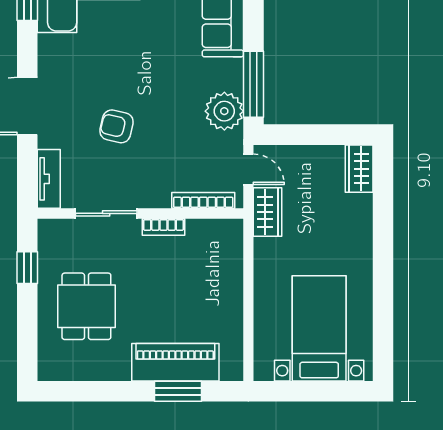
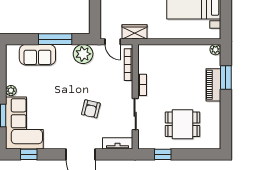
window: (253, 84) -> (55, 39), moved
door: (248, 169) -> (113, 42), swing flipped
piano: (175, 362) -> (213, 85), width x0.73, depth x0.75
plant: (233, 371) -> (215, 50), added

